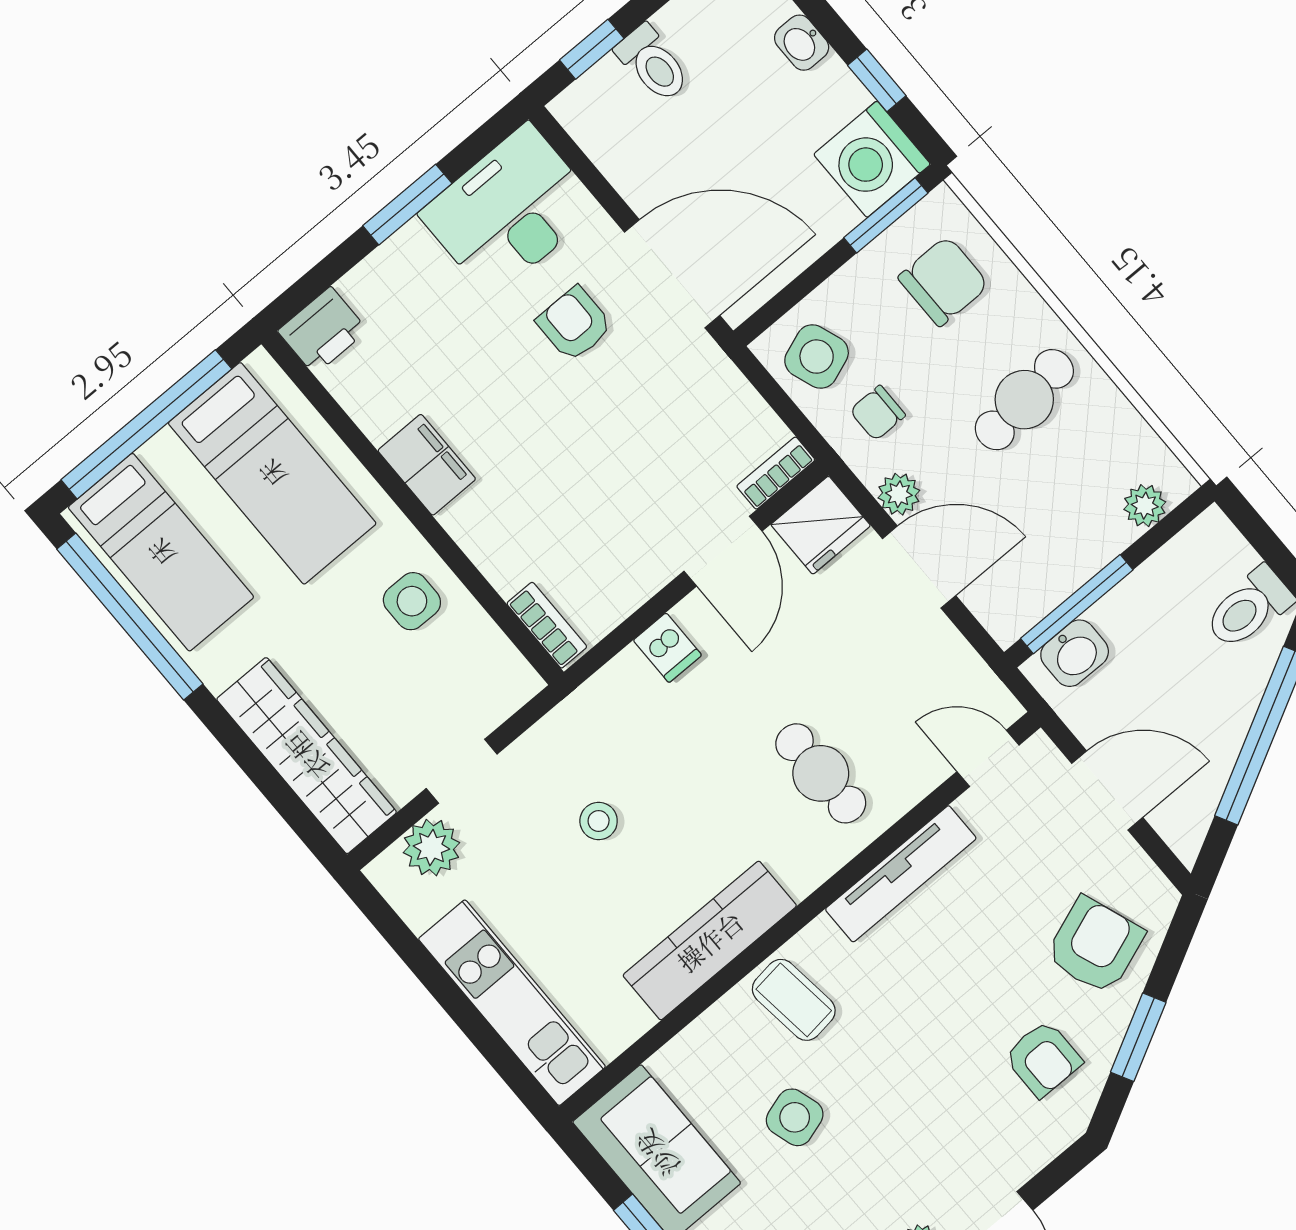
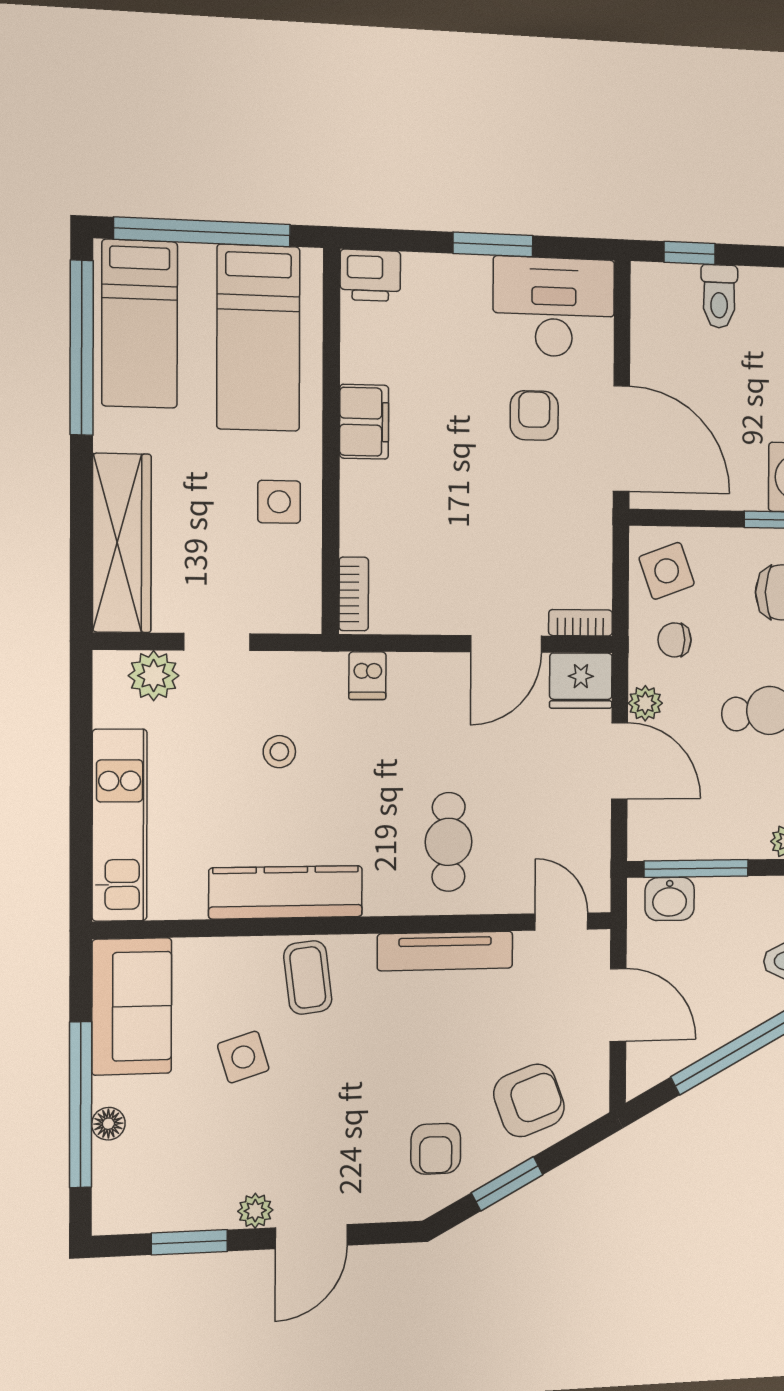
dishwasher: (667, 648) -> (367, 676), moved

